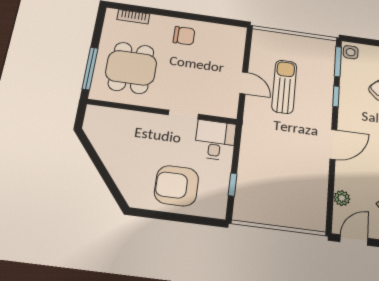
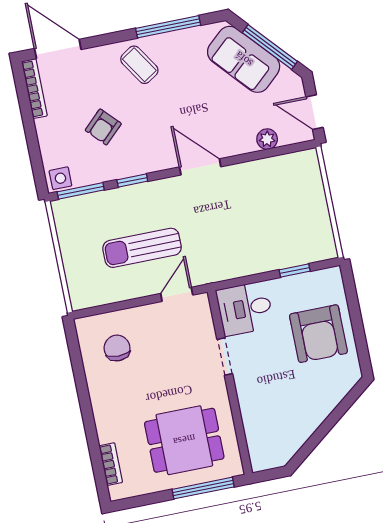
chair: (184, 36) -> (117, 348), moved
door: (244, 83) -> (177, 294), moved

